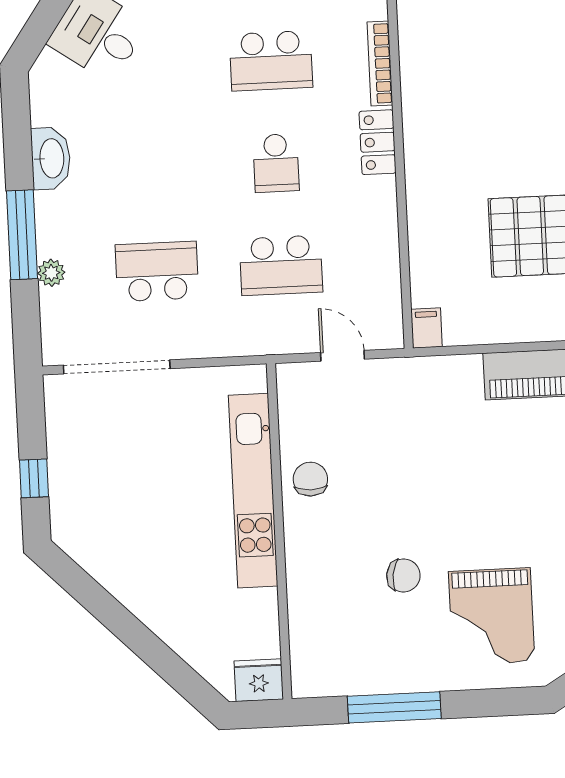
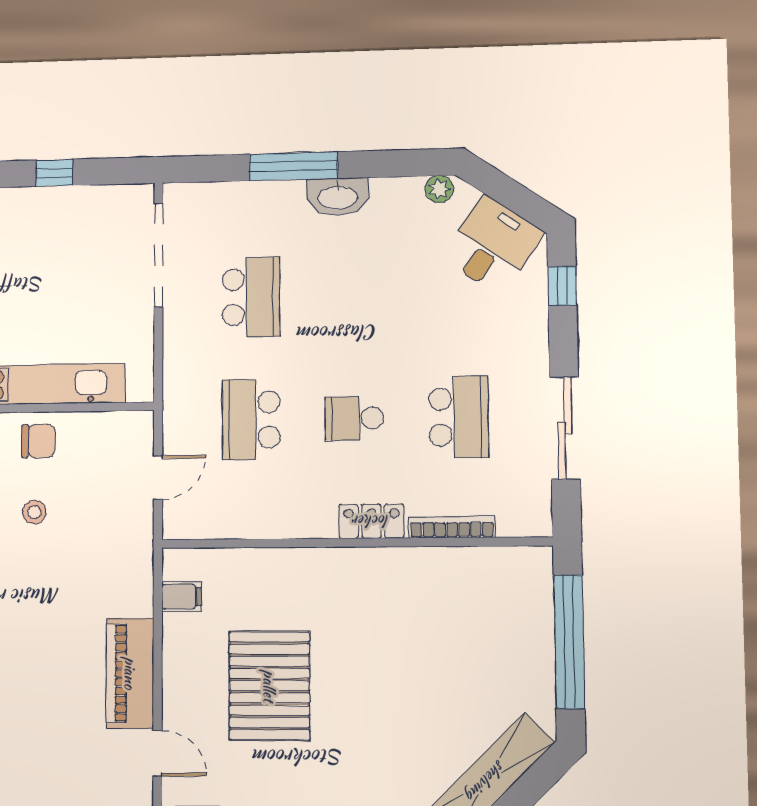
school desk: (271, 61) -> (459, 417), turned 180
washbasin: (51, 158) -> (338, 197), moved
plant: (51, 273) -> (439, 189), moved
filing cabinet: (427, 328) -> (182, 597), moved
stool: (382, 479) -> (34, 512), added

